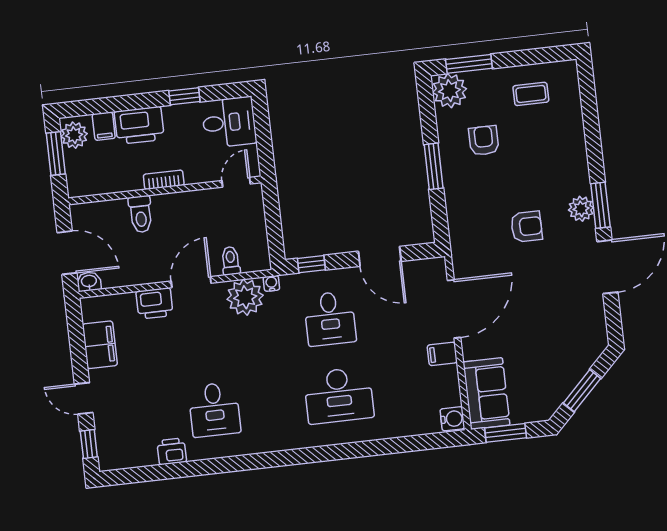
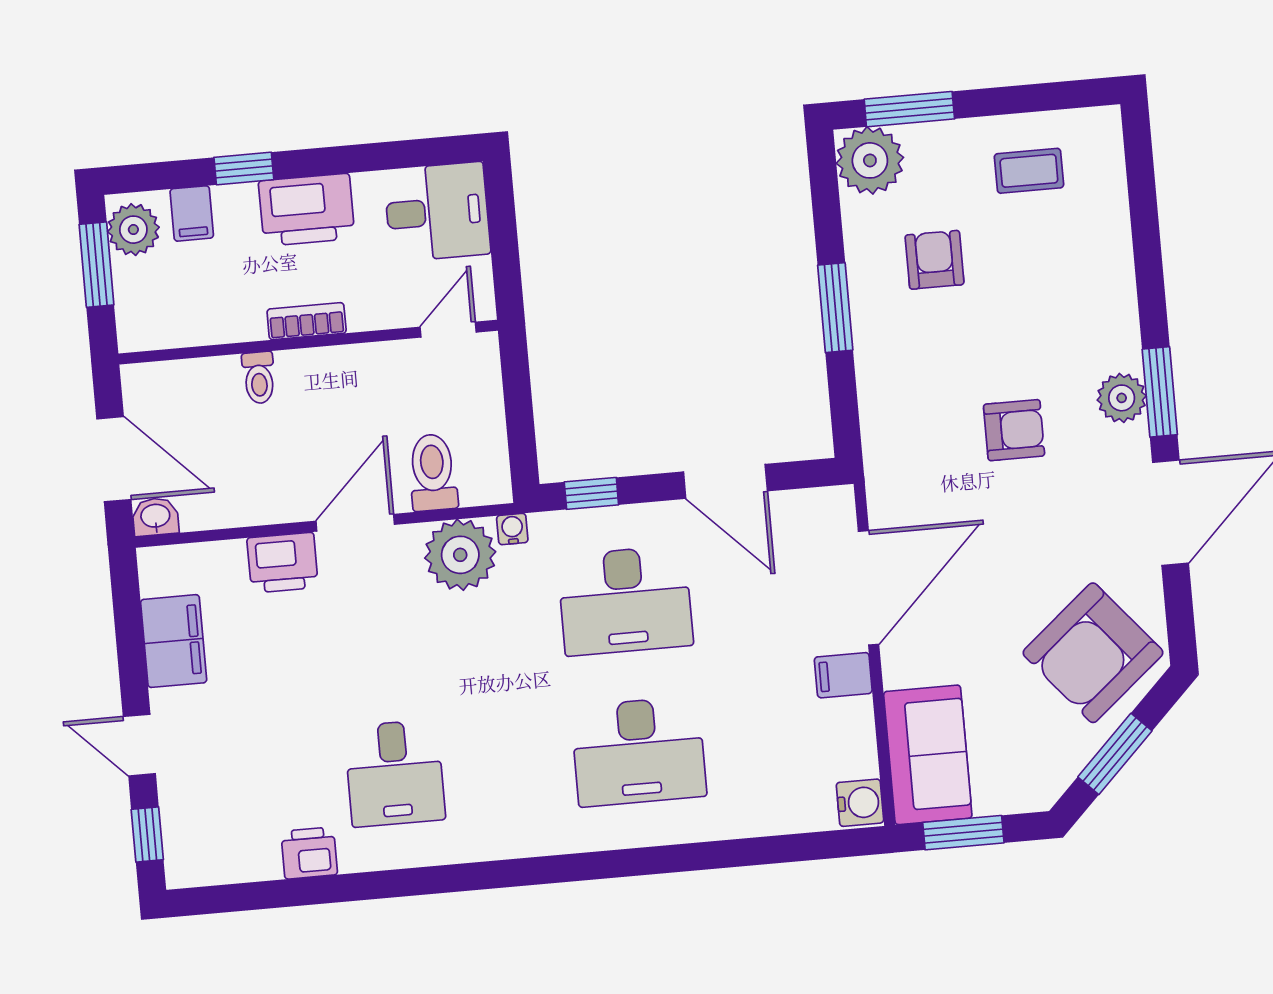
window: (184, 96) -> (244, 168), moved
printer: (139, 125) -> (307, 210), moved
toilet: (141, 214) -> (259, 378), width x0.73, depth x0.72
toilet: (231, 261) -> (433, 472), width x1.37, depth x1.39
desk: (330, 318) -> (625, 601), width x1.37
armchair: (570, 339) -> (1093, 653), added

